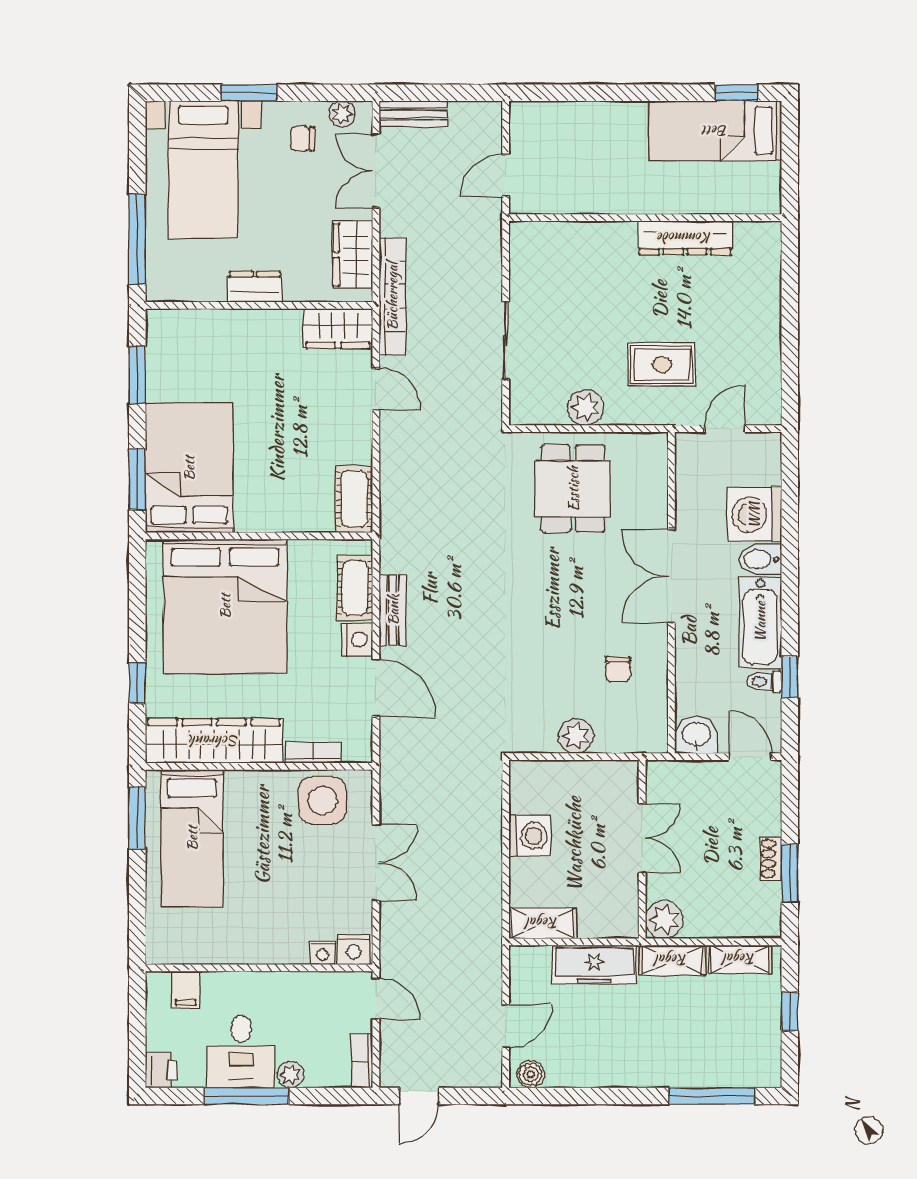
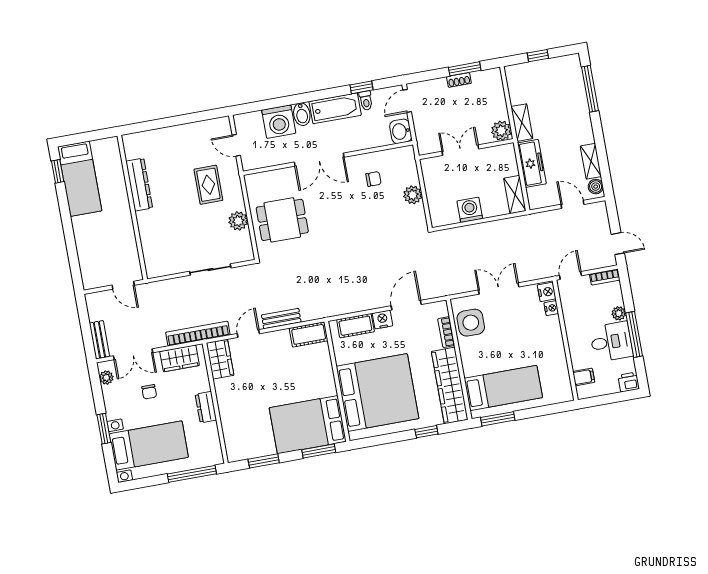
chair: (303, 139) -> (149, 392), moved
bench: (393, 610) -> (281, 318), moved
shelving: (740, 959) -> (591, 161), moved

